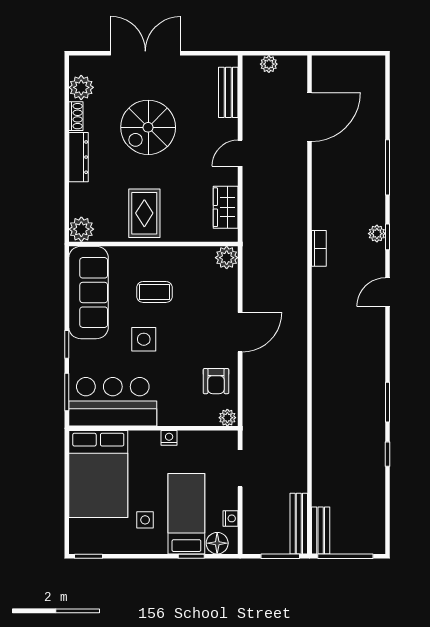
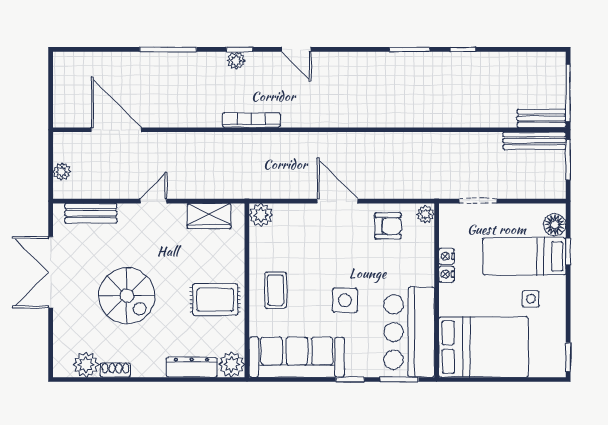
double door: (145, 53) -> (51, 272), moved
door: (240, 153) -> (153, 201), swing flipped
dresser: (79, 157) -> (192, 367), moved
bookcase: (319, 248) -> (251, 120), width x1.56
coffee table: (155, 292) -> (276, 290), moved
nightstand: (231, 518) -> (446, 256), moved, turned -90

